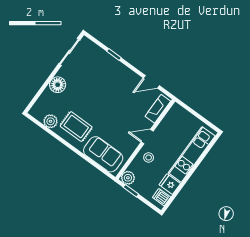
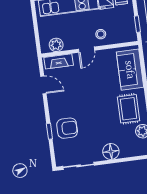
armchair: (104, 69) -> (67, 128), added
door: (147, 137) -> (87, 50), hinge flipped
plant: (128, 178) -> (56, 45), moved

